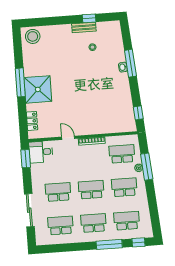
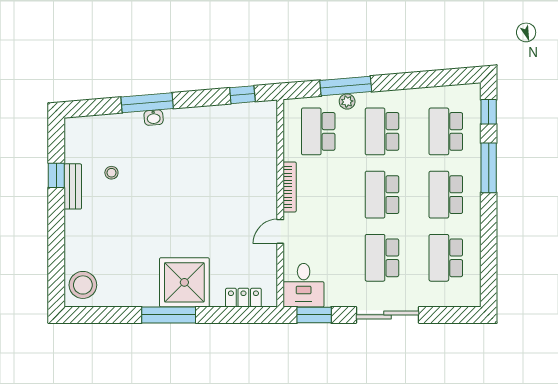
sliding door: (29, 210) -> (387, 315), moved

